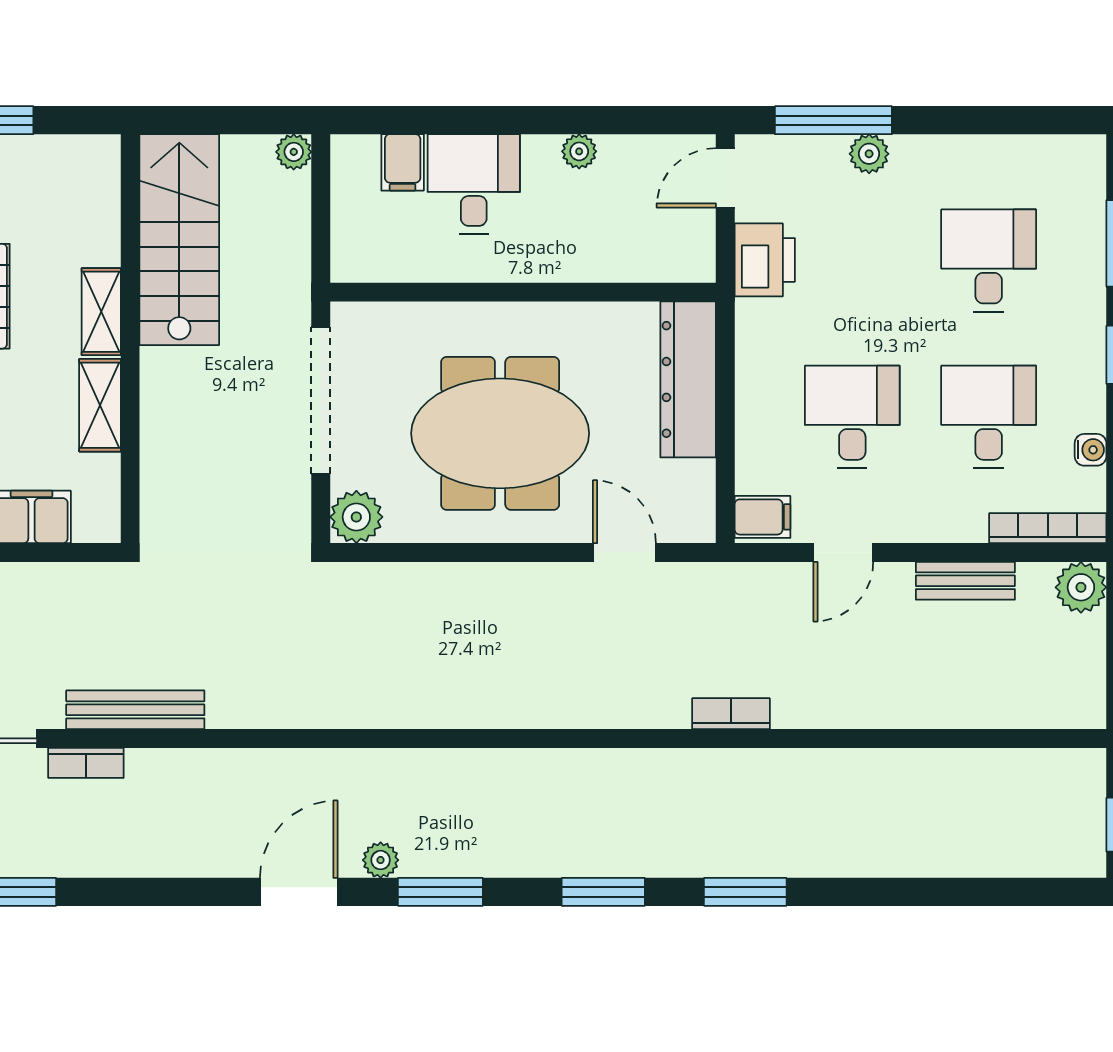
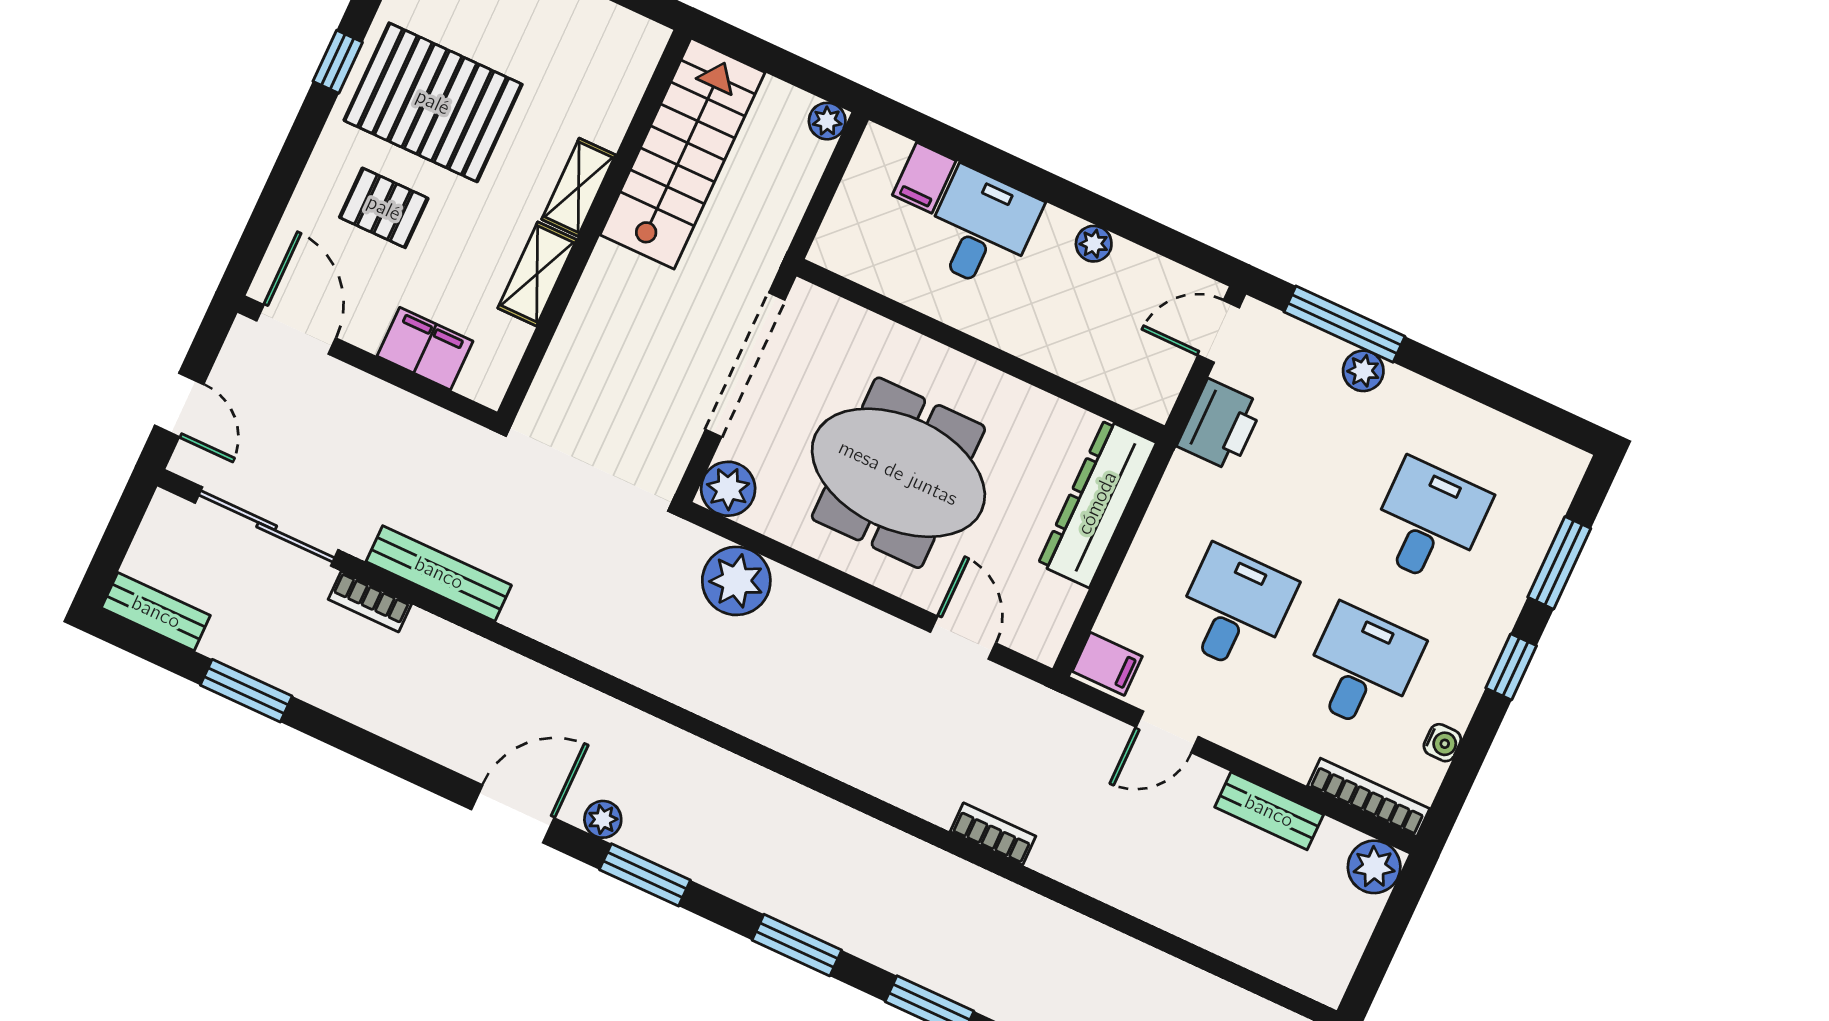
plant: (401, 595) -> (736, 581), added

